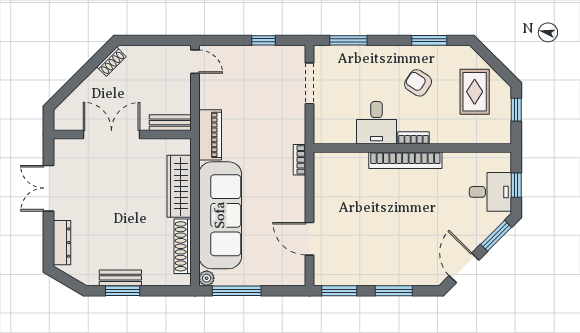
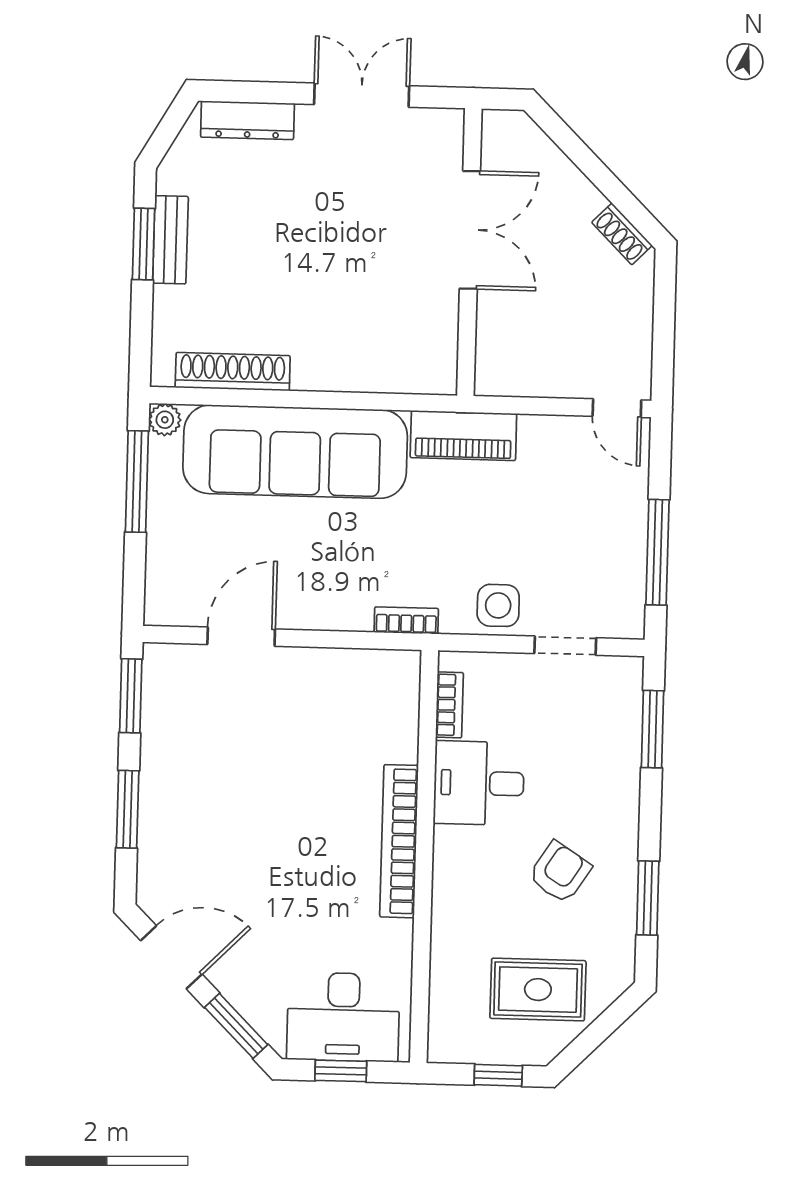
window: (263, 40) -> (657, 552), width x2.17
door: (195, 62) -> (617, 408), hinge flipped
doorway: (309, 83) -> (565, 646), width x0.73
side table: (291, 116) -> (498, 605), added
bench: (170, 123) -> (491, 353), removed
bookcase: (414, 138) -> (450, 705), moved
wardrobe: (179, 186) -> (358, 368), removed
desk: (490, 192) -> (343, 1017), width x1.37

